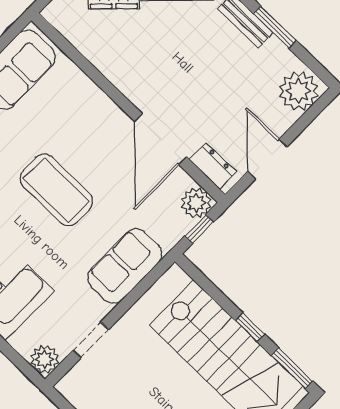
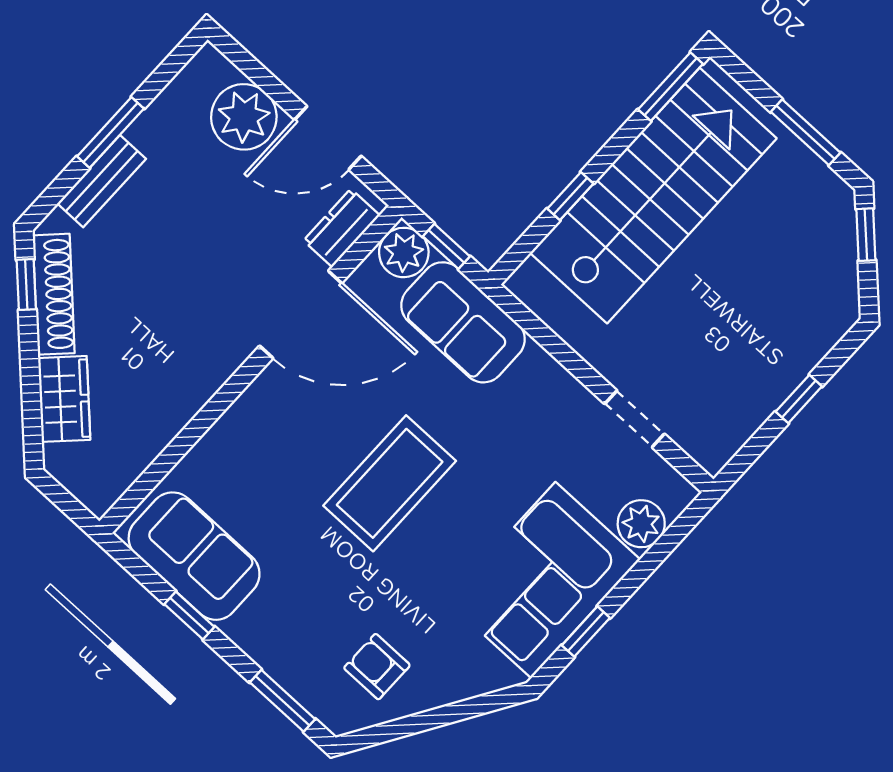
plant: (299, 91) -> (244, 117), moved
sofa: (125, 266) -> (463, 322), moved
window: (250, 327) -> (570, 196), moved
plant: (45, 359) -> (641, 524), moved

